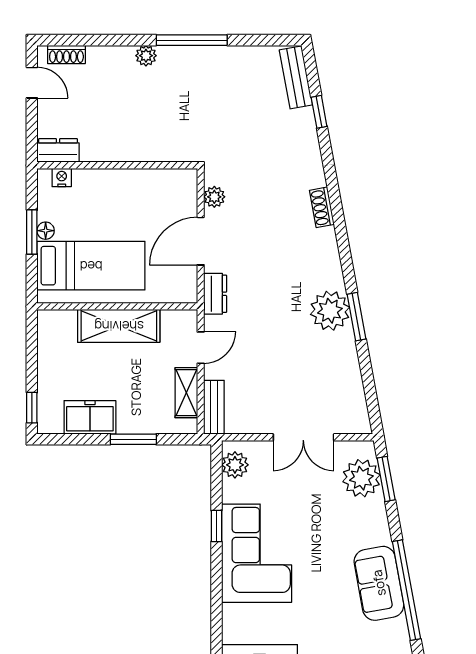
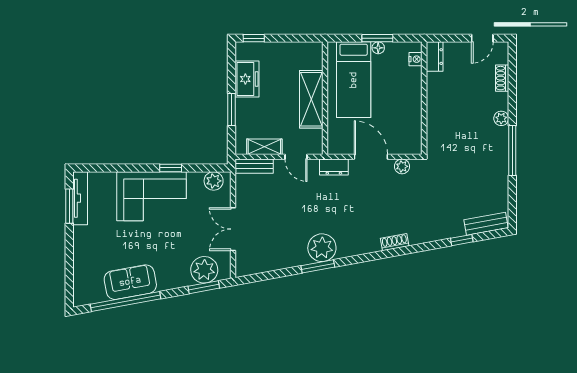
shoe rack: (66, 54) -> (502, 78), moved

